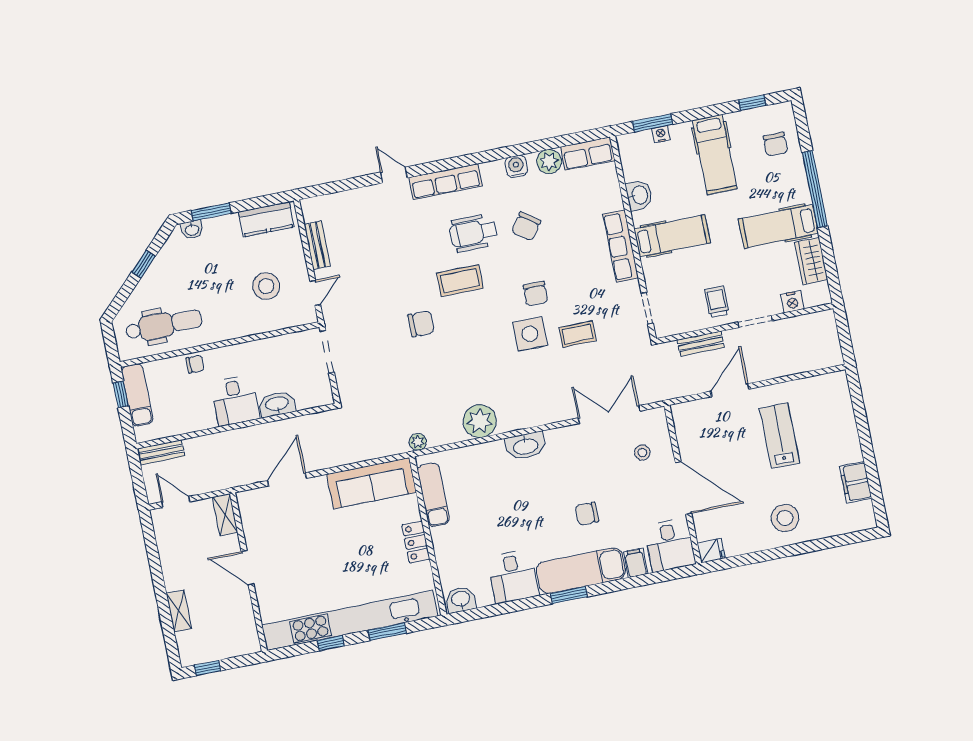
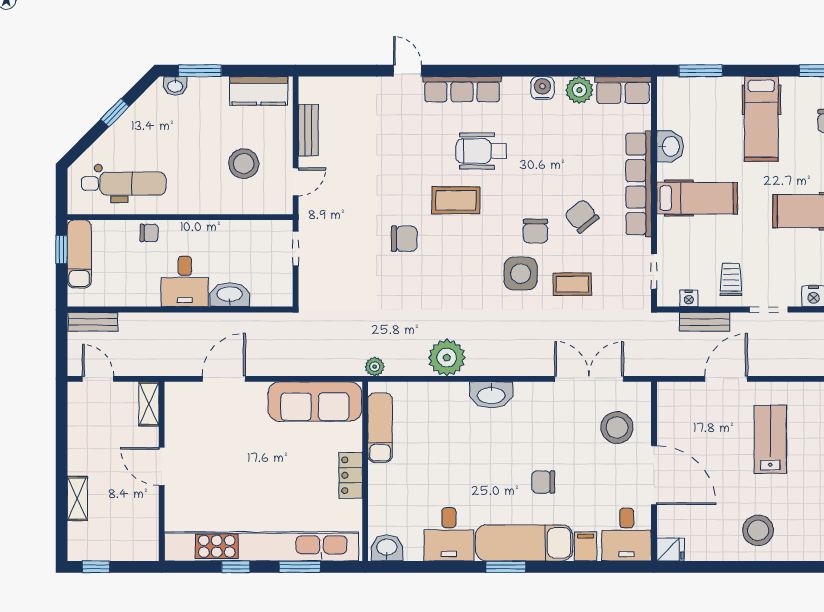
nightstand: (661, 134) -> (689, 298), moved, turned 180
chair: (526, 226) -> (582, 216), moved, turned 105
row of seats: (621, 246) -> (639, 184), width x1.36
doorway: (327, 352) -> (296, 248), width x0.73
stool: (642, 453) -> (617, 428), width x1.89, depth x1.89

